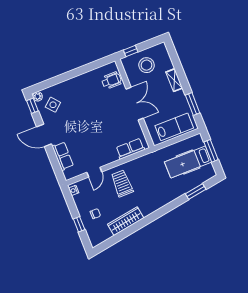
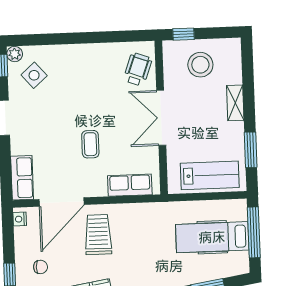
wheelchair: (111, 80) -> (138, 69), turned -70
double door: (135, 104) -> (161, 118), swing flipped
coffee table: (99, 133) -> (90, 144), added
window: (211, 151) -> (254, 232), width x1.44
row of seats: (63, 156) -> (22, 178), moved
door: (94, 172) -> (62, 202), width x1.87

